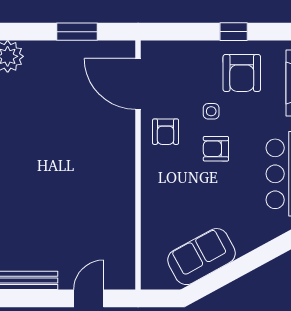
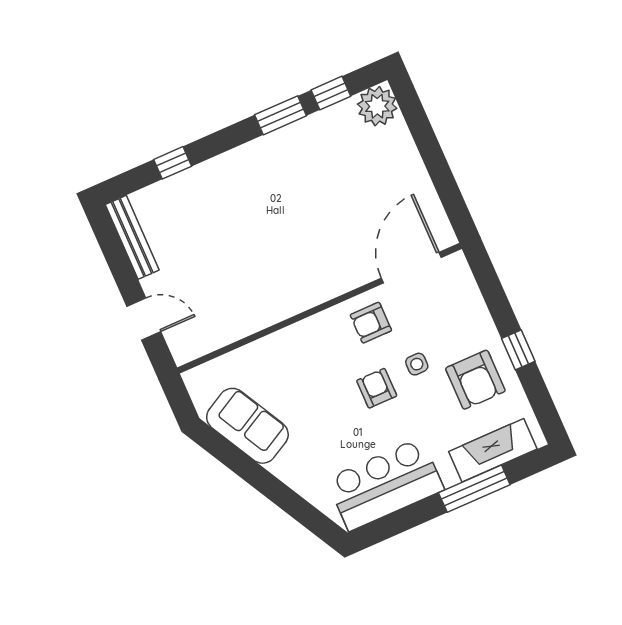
window: (77, 32) -> (440, 172), removed
armchair: (242, 73) -> (475, 380), turned -90

